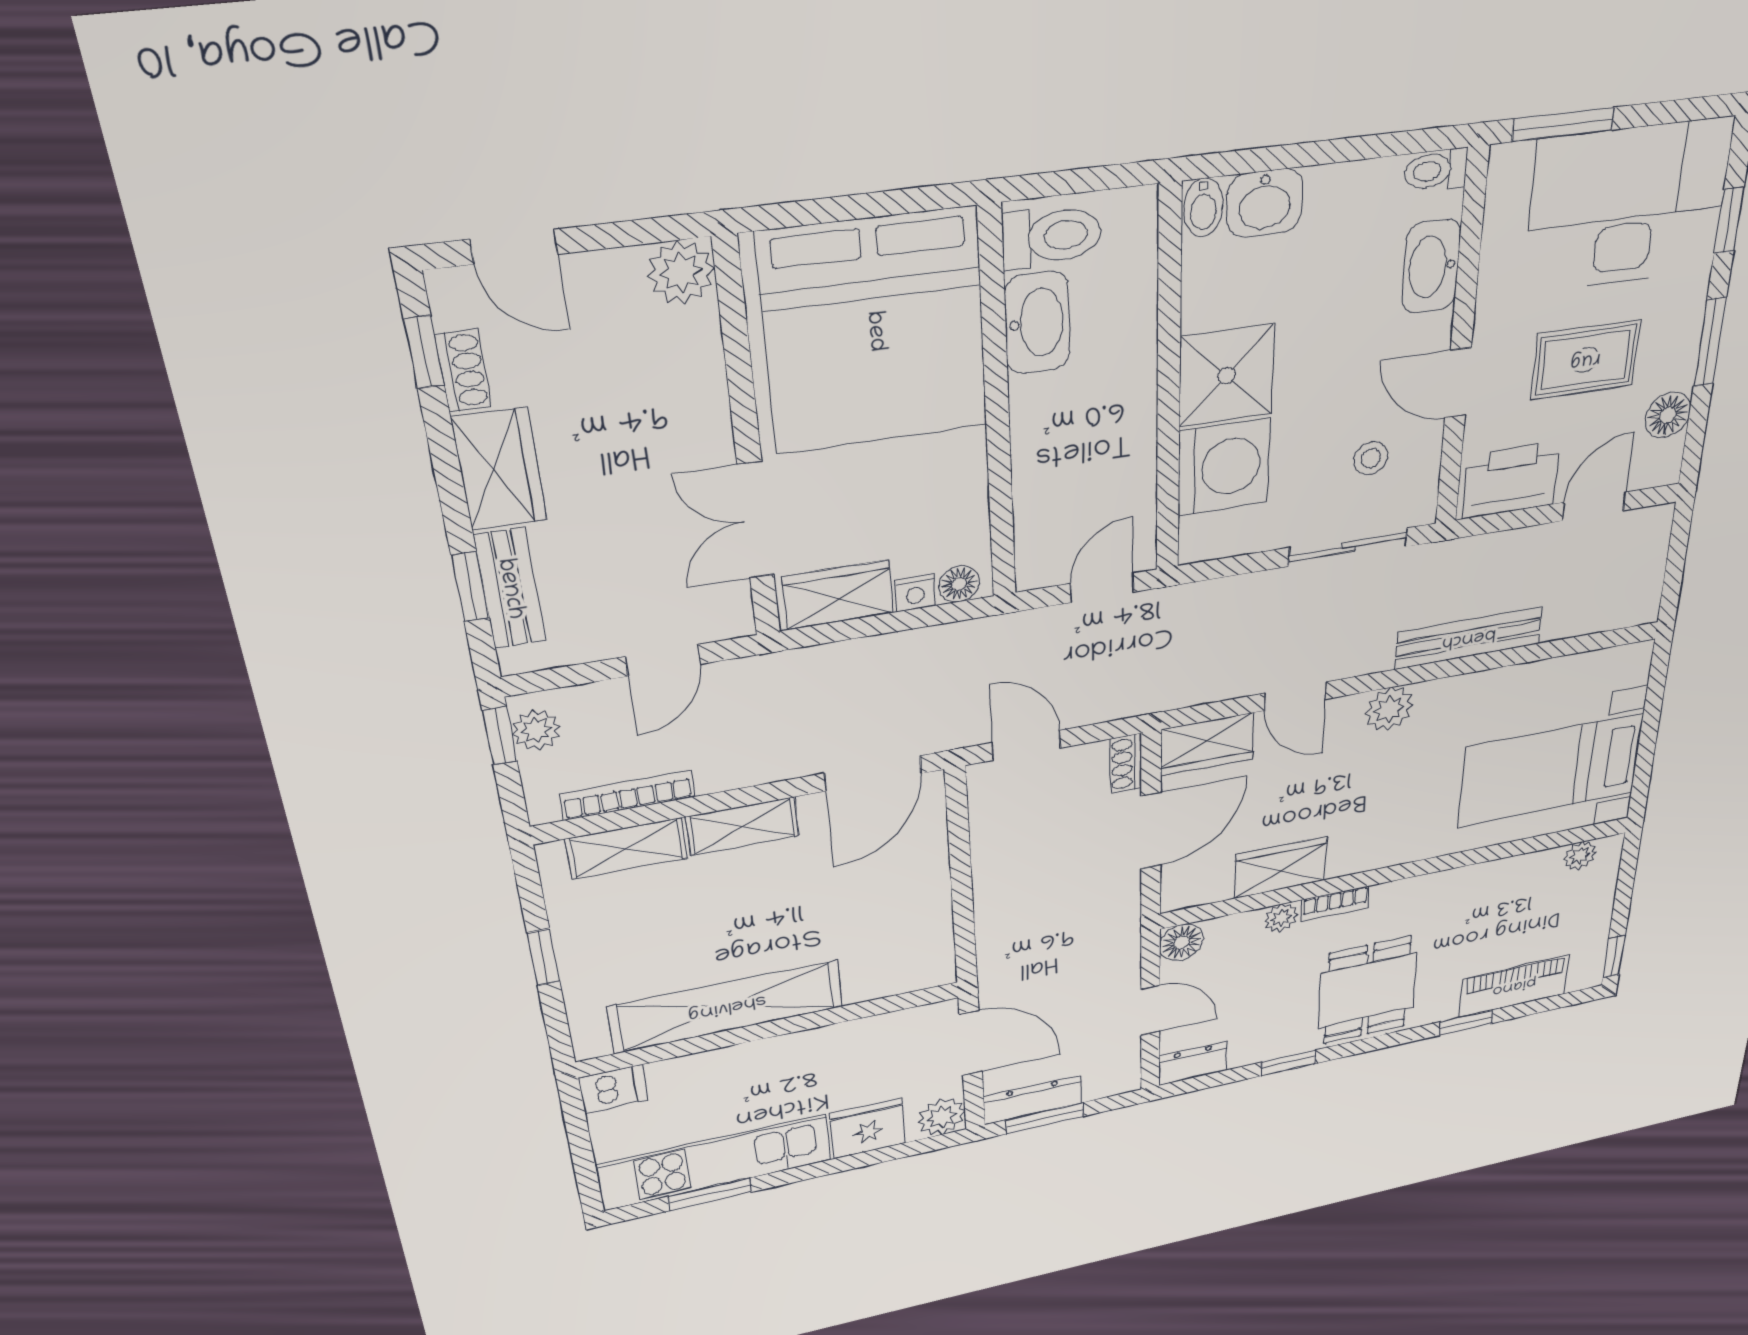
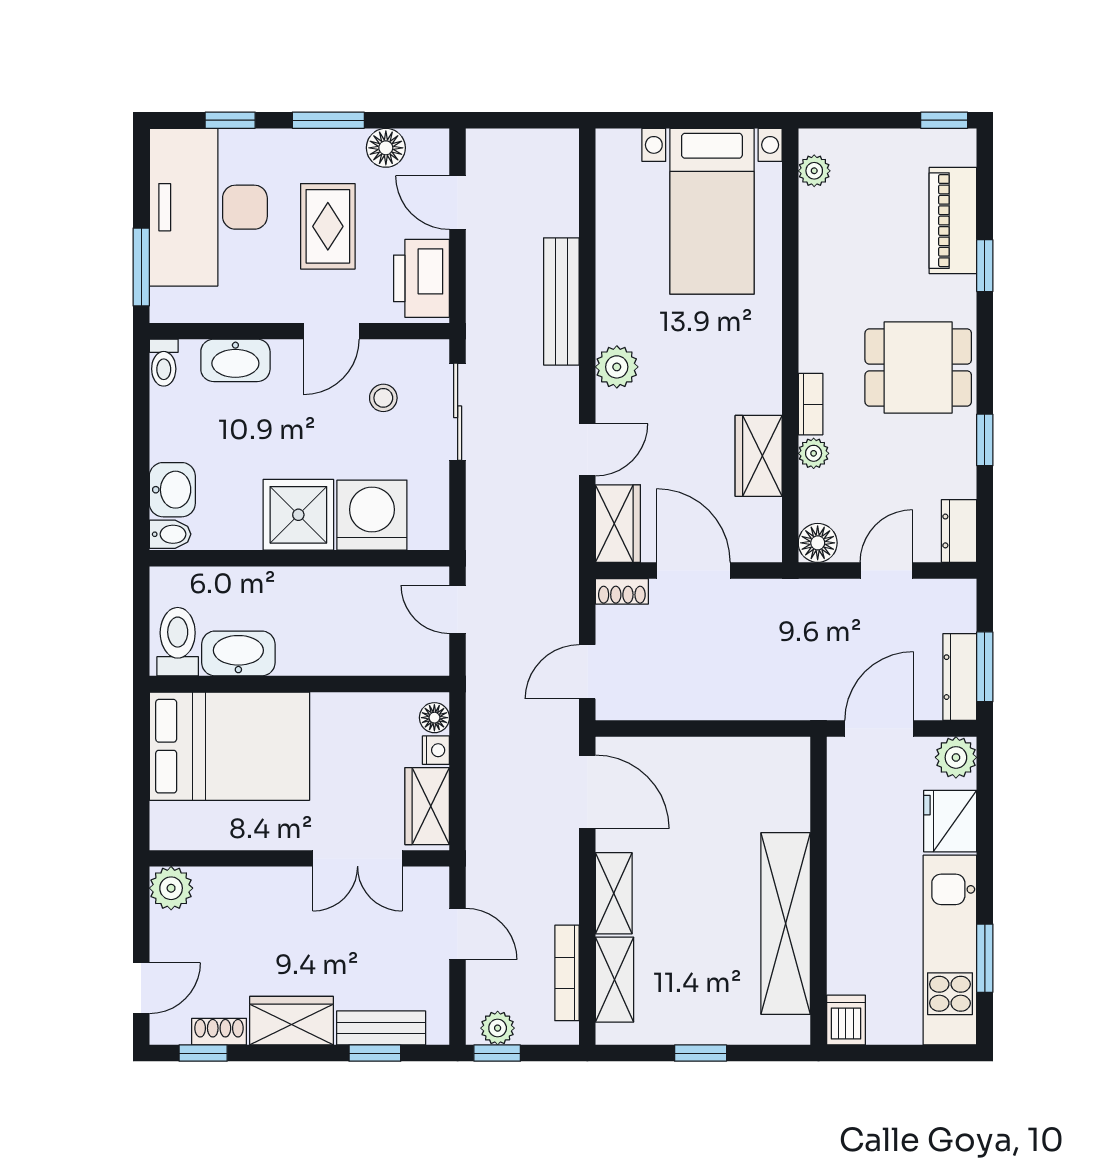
bed: (875, 332) -> (229, 746), width x0.73

